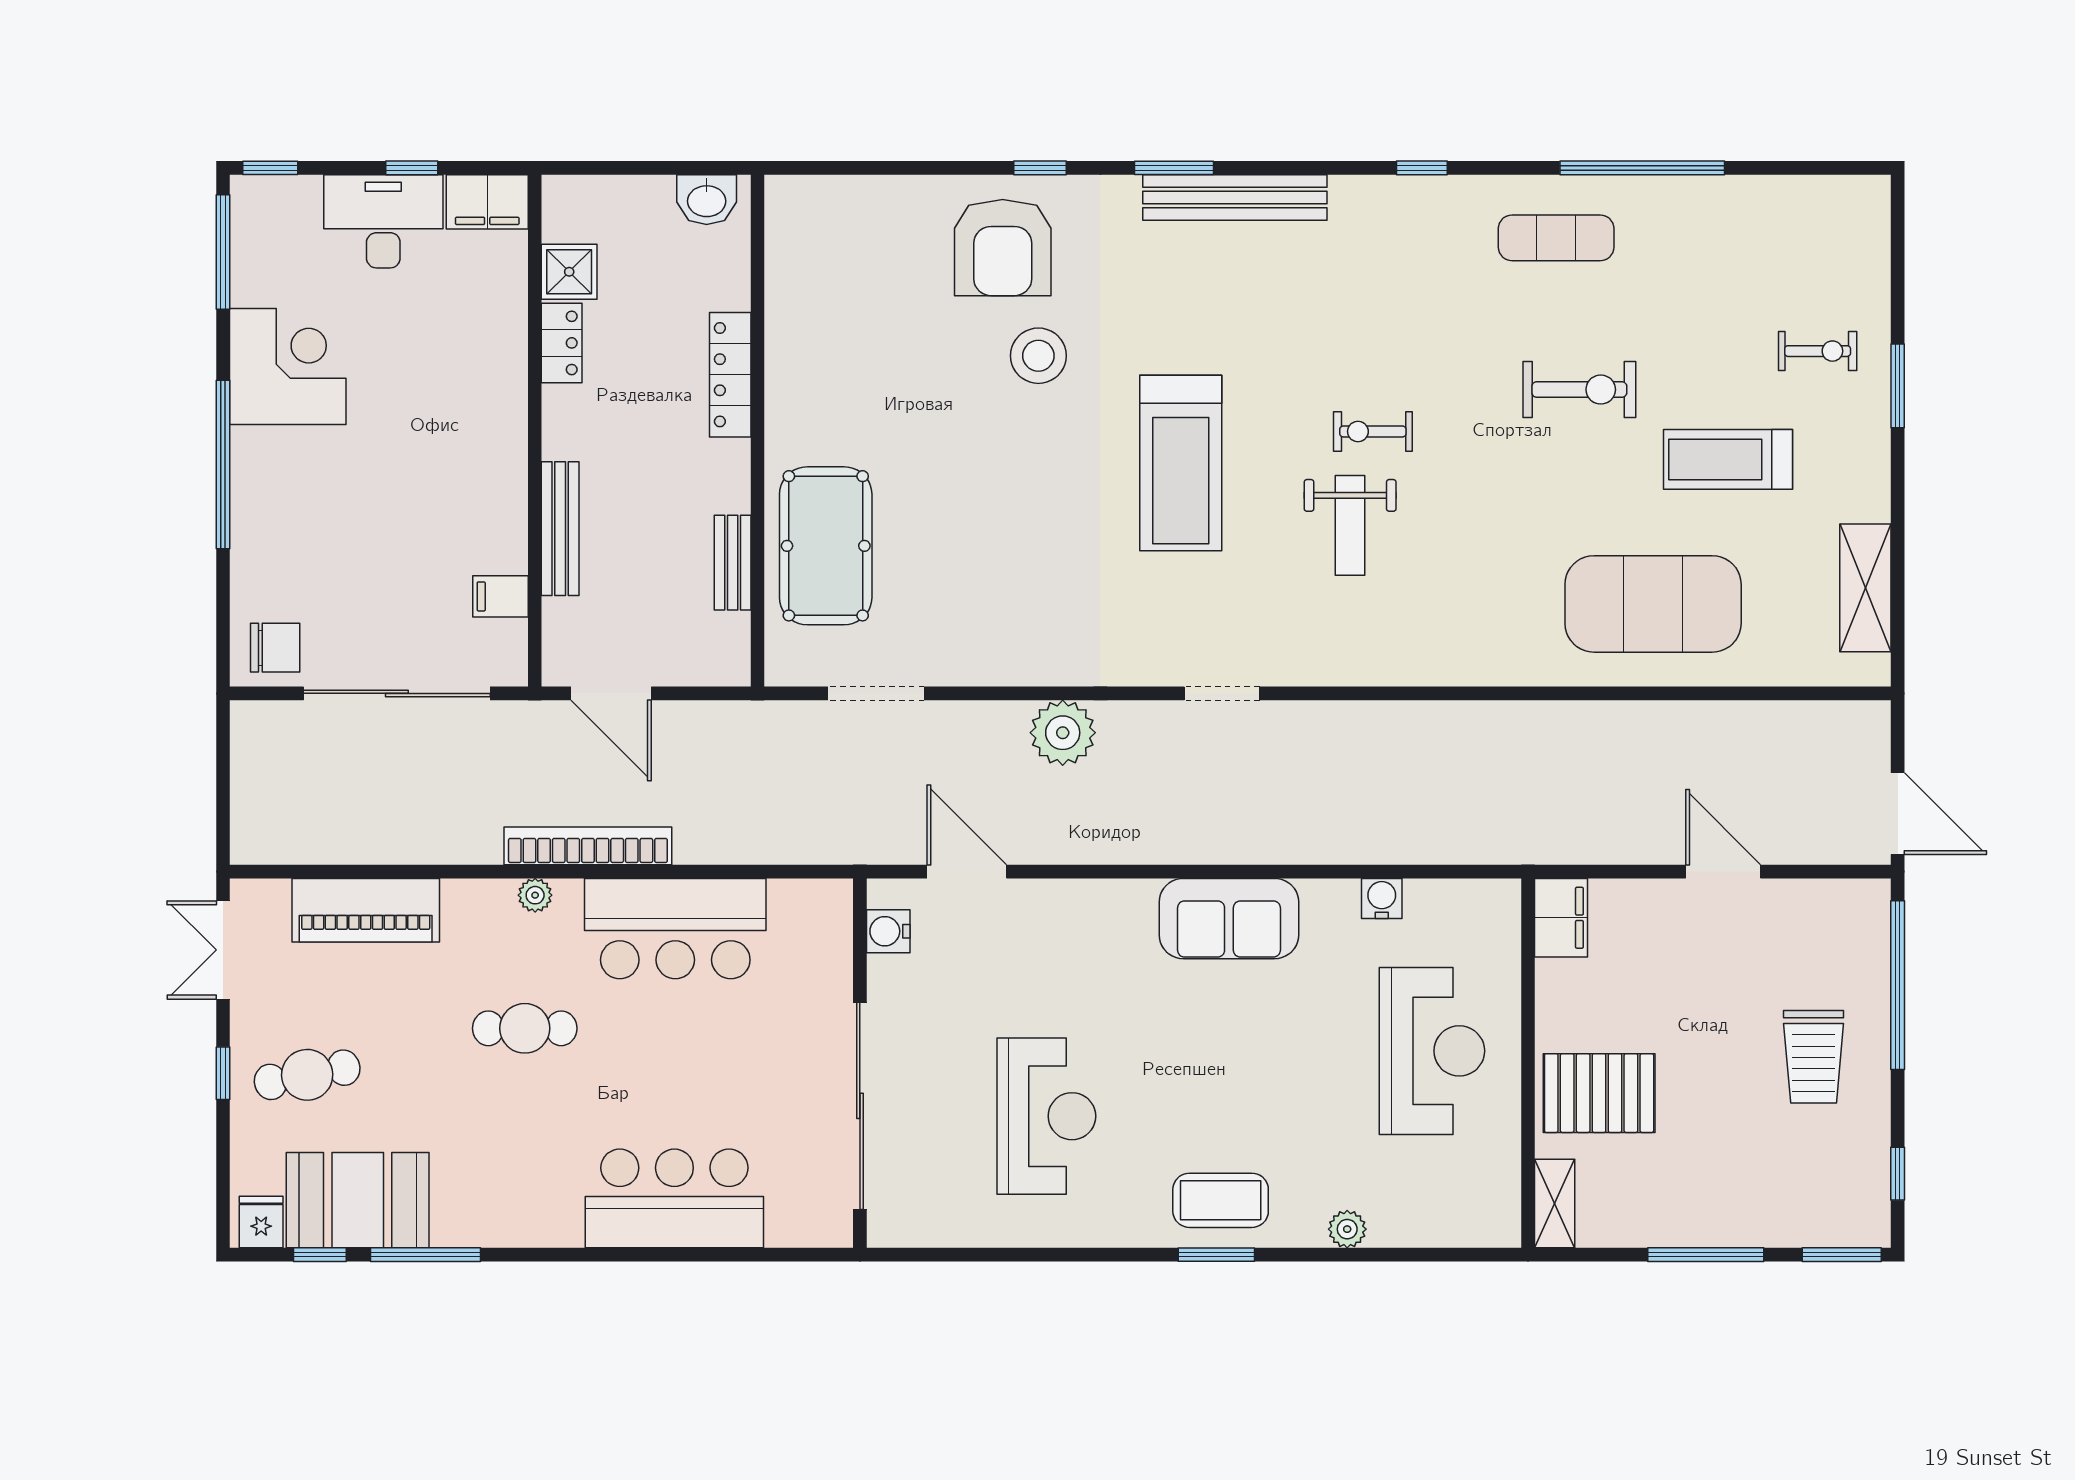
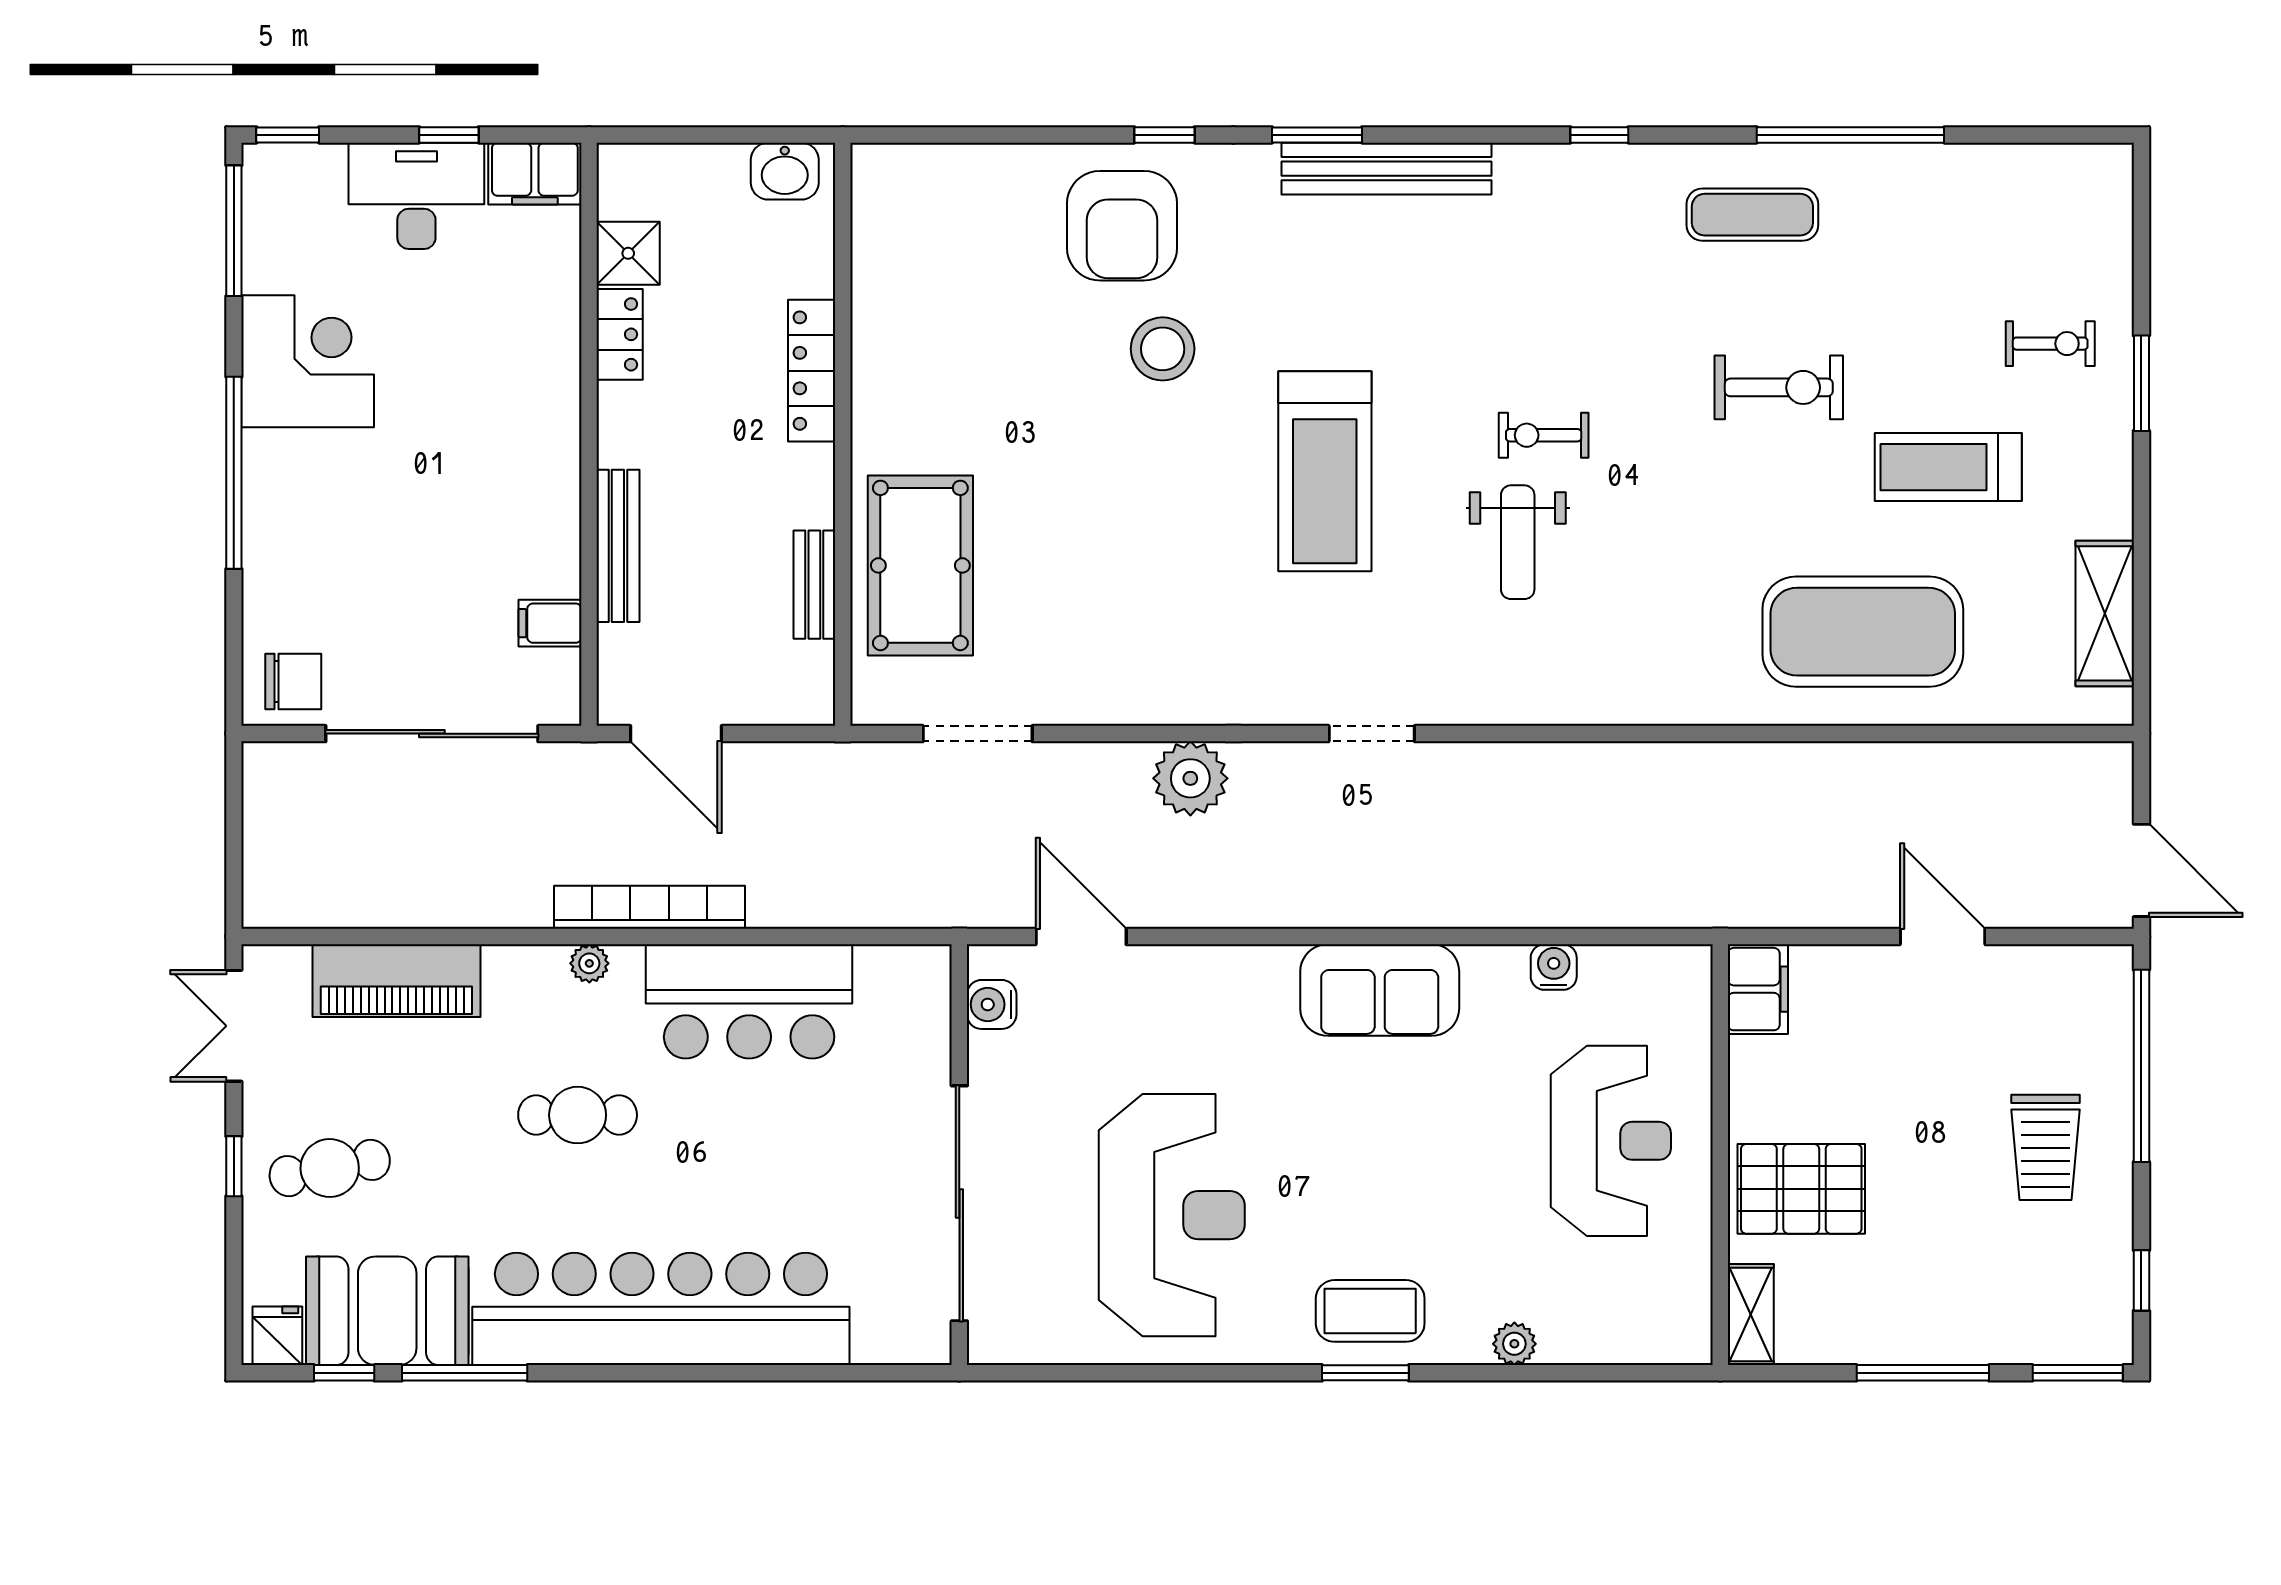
reception desk: (1046, 1116) -> (1172, 1215), width x1.36, depth x1.30
bar counter: (674, 1198) -> (661, 1309), width x1.86

